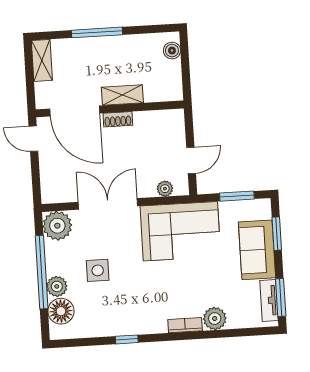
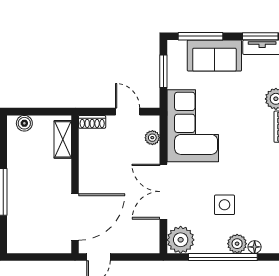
shelving: (42, 60) -> (26, 245), removed
shelving: (122, 95) -> (63, 139), moved
shoe rack: (118, 119) -> (92, 122), moved, turned 90
window: (277, 234) -> (200, 36), width x1.44
floor lamp: (61, 311) -> (255, 247), width x0.53, depth x0.53

